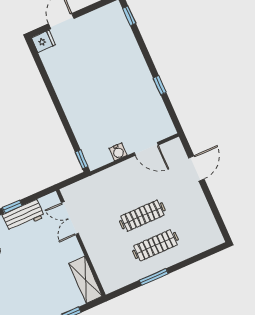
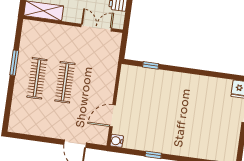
water cooler: (118, 152) -> (117, 141), moved
window: (82, 159) -> (151, 65), moved

